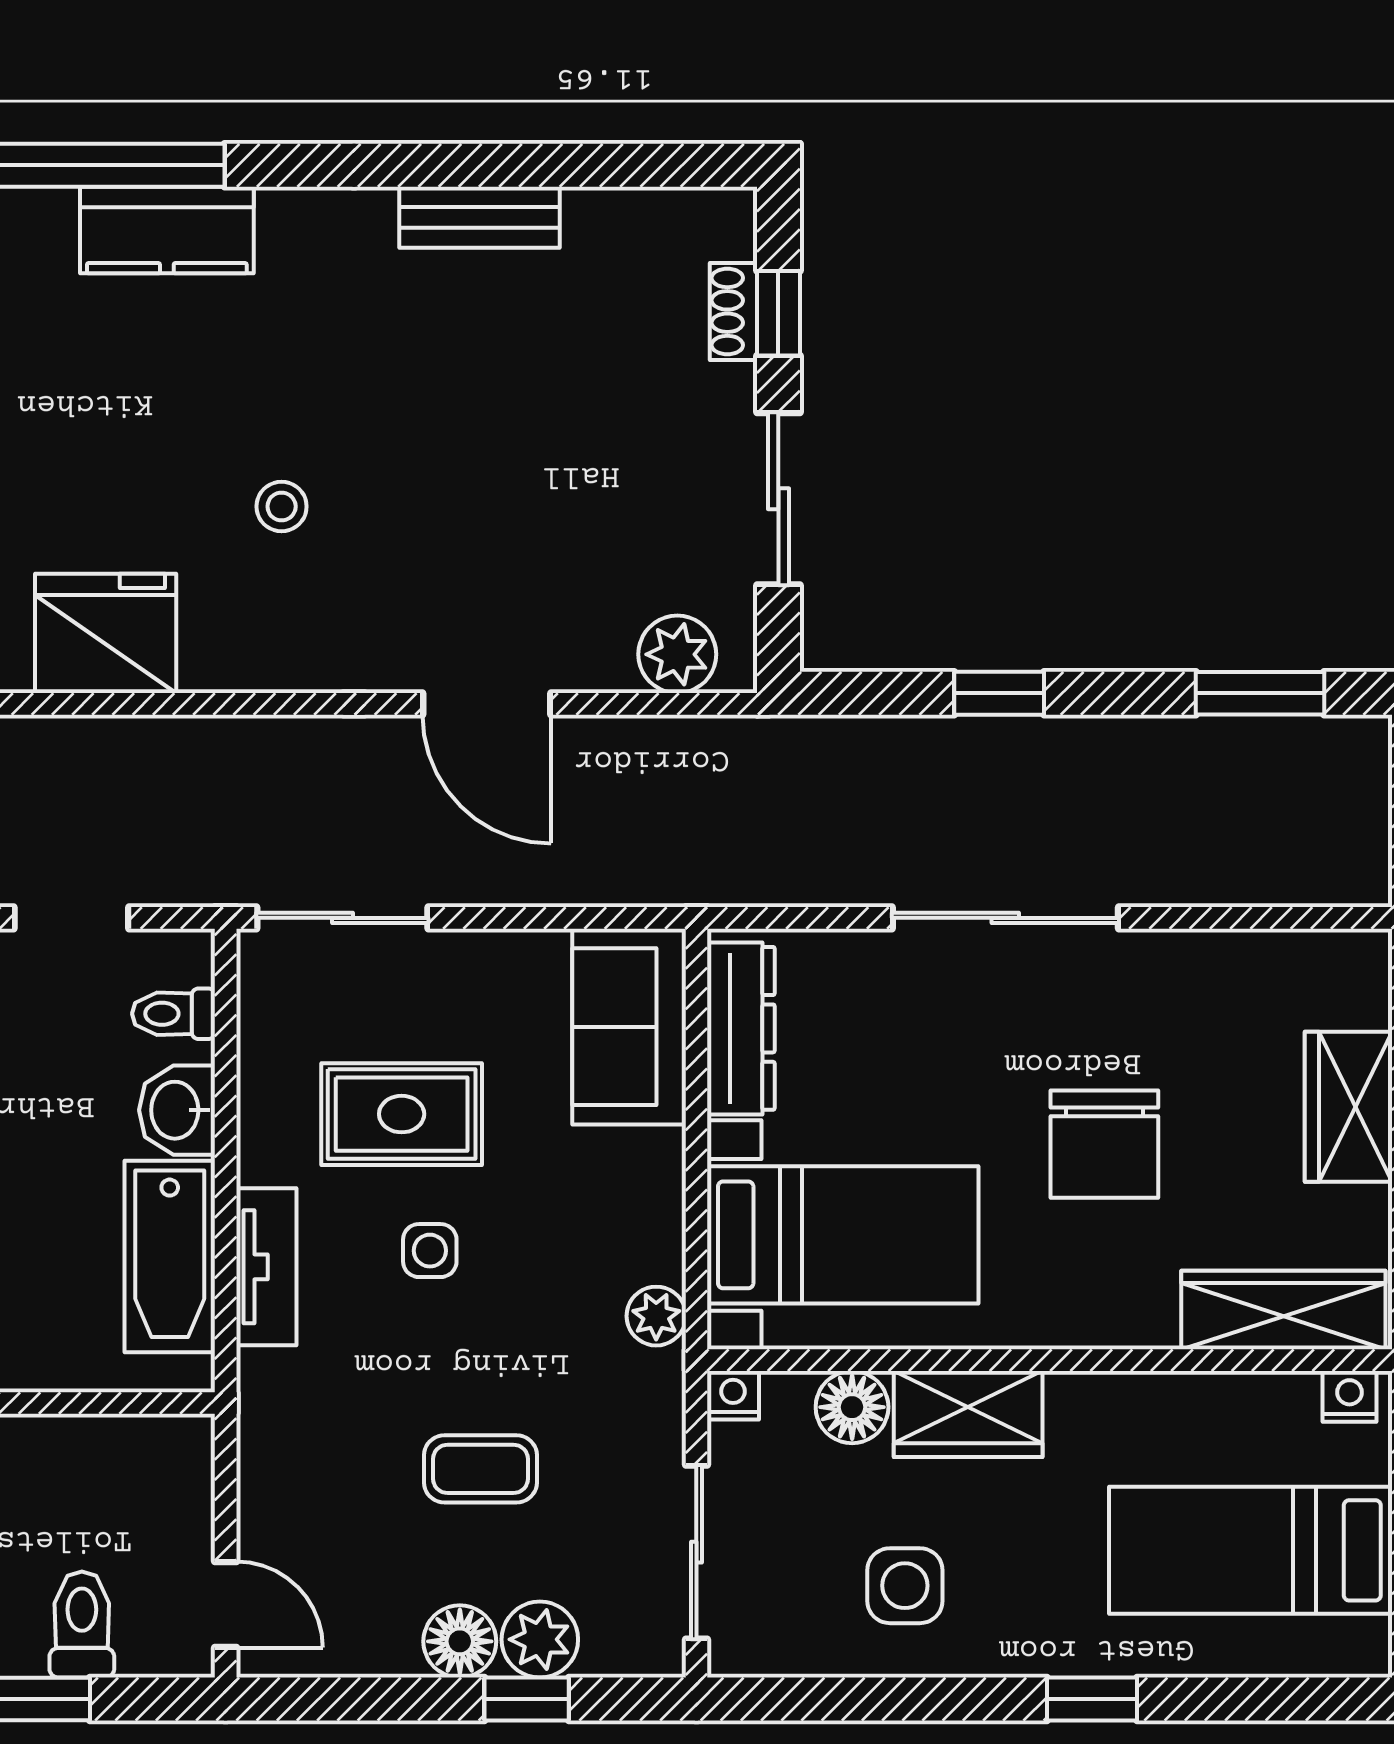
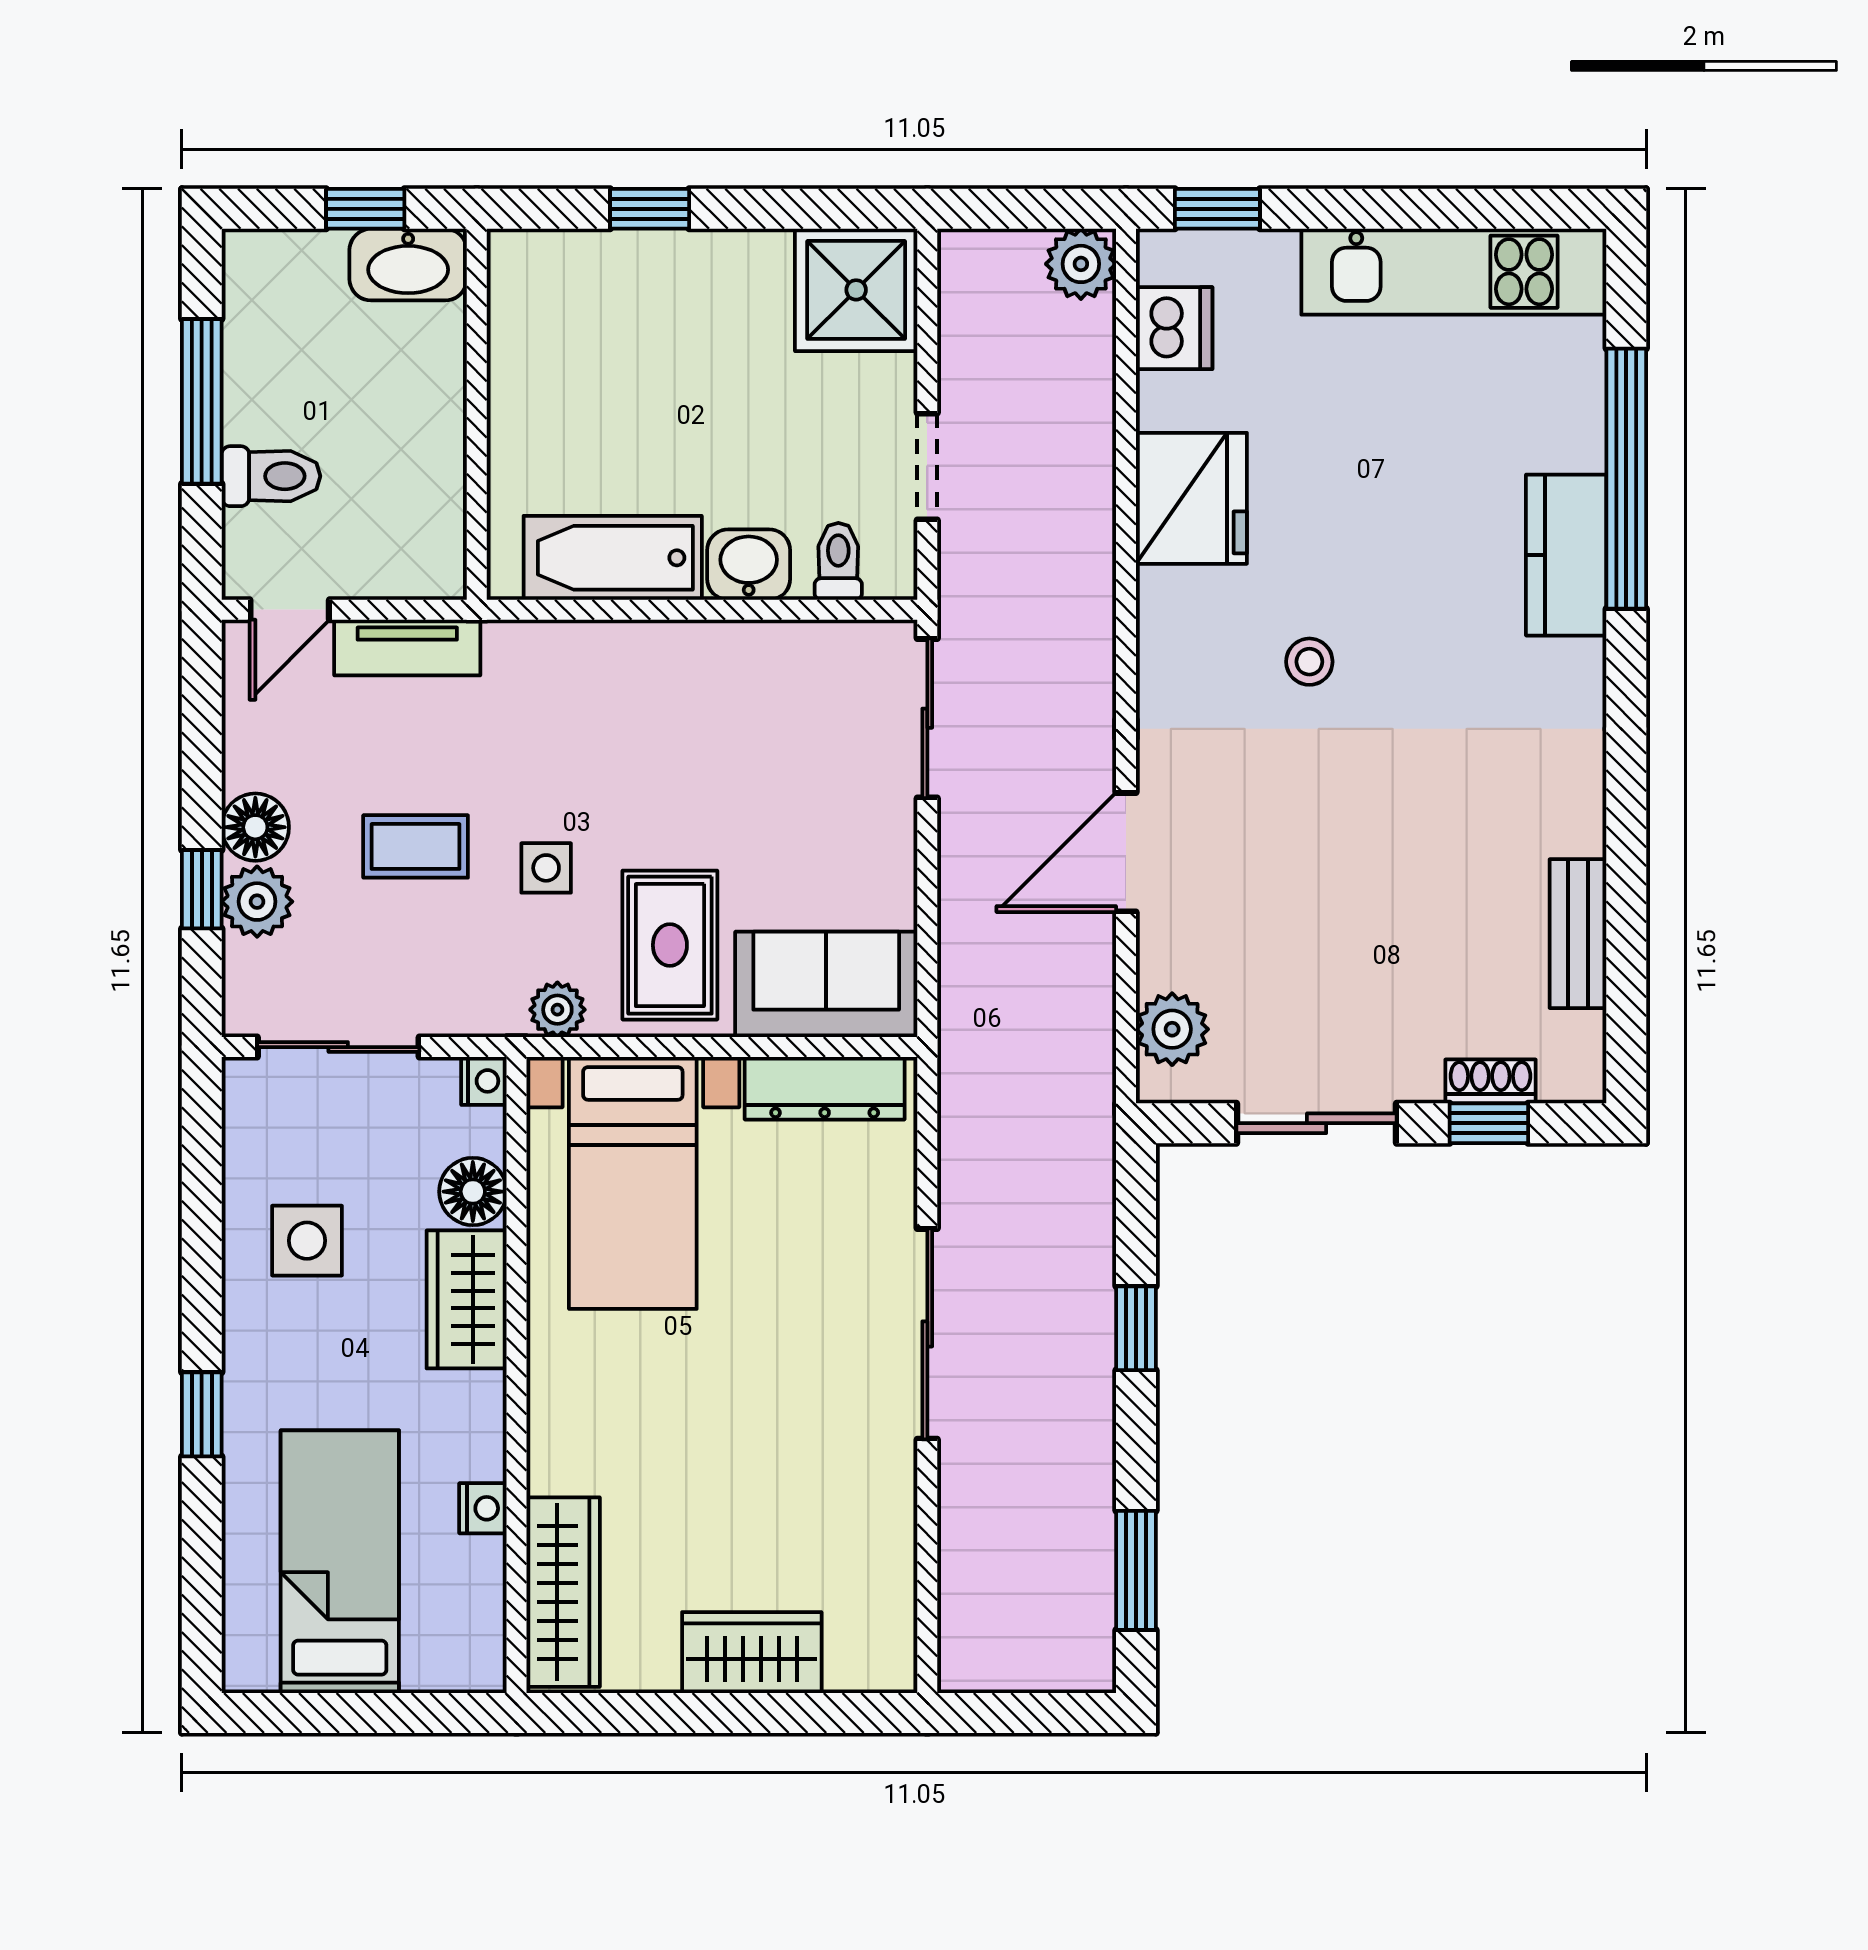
bench: (480, 217) -> (1578, 934), moved
rug: (402, 1114) -> (670, 945), moved
chair: (1104, 1144) -> (717, 1426), removed
side table: (430, 1251) -> (546, 868), moved
tv unit: (266, 1267) -> (407, 648), moved
nightstand: (1350, 1396) -> (483, 1508), moved
coffee table: (480, 1469) -> (416, 846), turned 90

